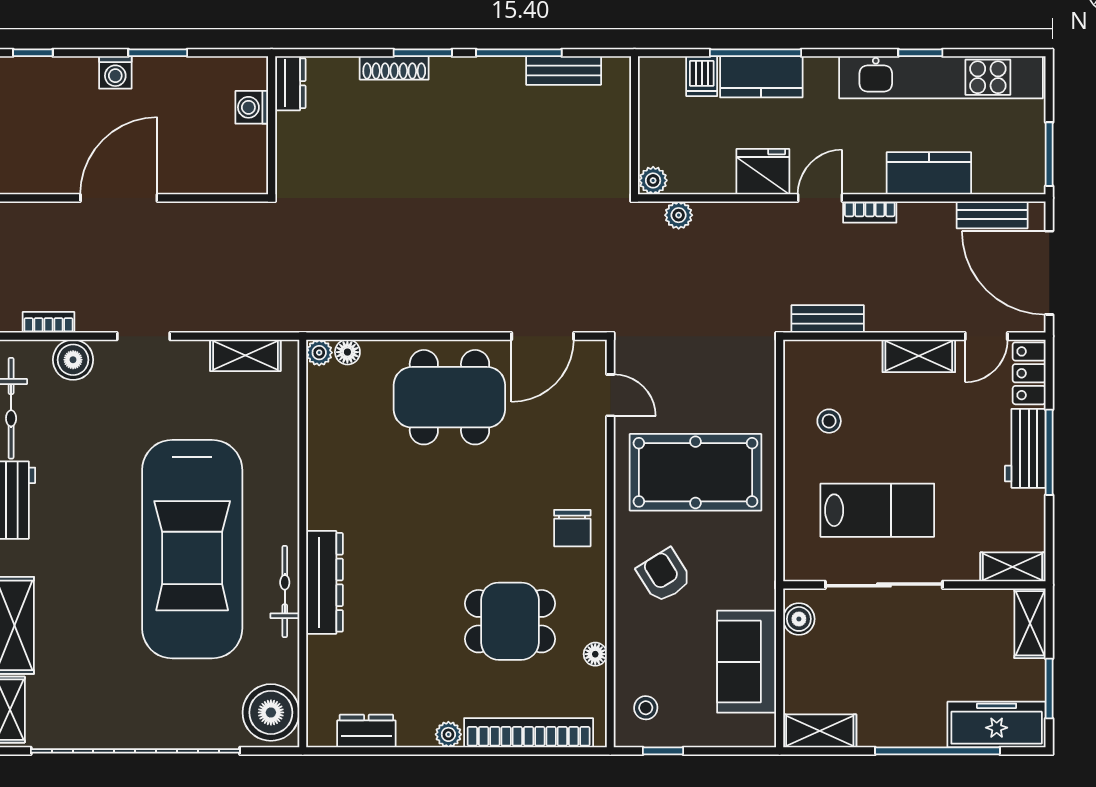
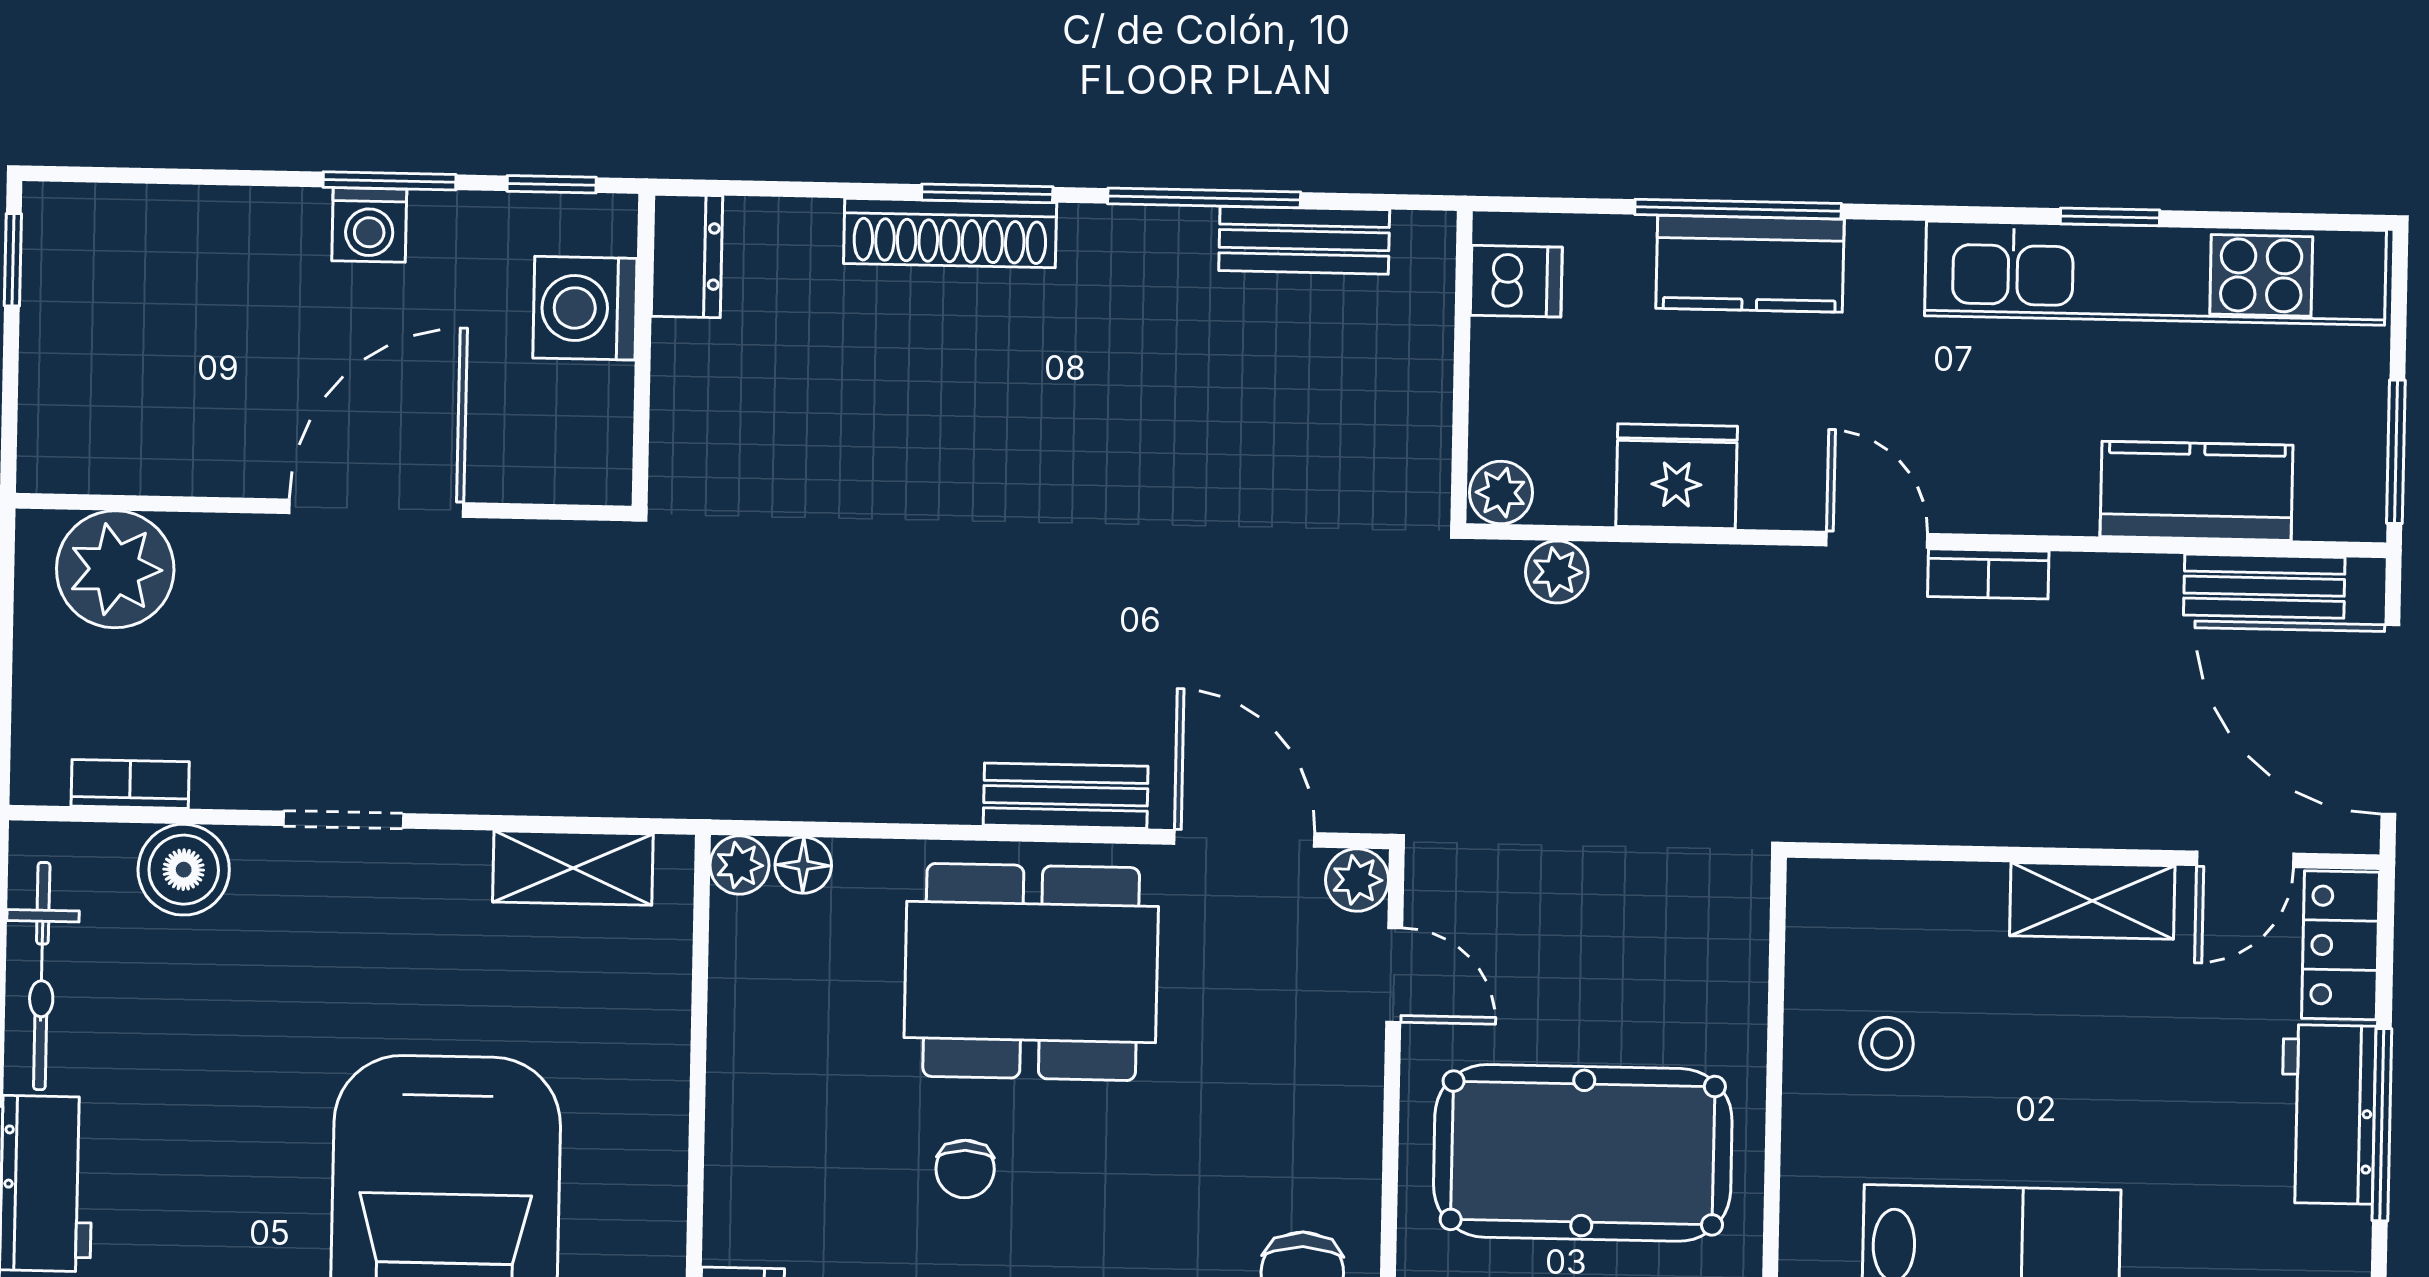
window: (33, 53) -> (552, 184), moved
shoe rack: (394, 68) -> (950, 233), width x1.36, depth x1.24
washing machine: (115, 72) -> (369, 225), moved
dishwasher: (702, 76) -> (1516, 281), moved, turned -90
washing machine: (252, 107) -> (585, 308), width x1.38, depth x1.38
fridge: (763, 172) -> (1677, 476), moved
kitchen counter: (929, 173) -> (2197, 491), moved
door: (119, 198) -> (376, 508), moved
door: (820, 198) -> (1877, 540), hinge flipped
plant: (40, 227) -> (115, 569), added
bench: (828, 319) -> (1066, 796), moved
door: (543, 336) -> (1244, 838), swing flipped
plant: (593, 353) -> (1357, 880), added
chair: (422, 485) -> (965, 1169), added

